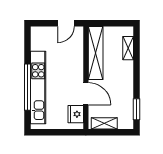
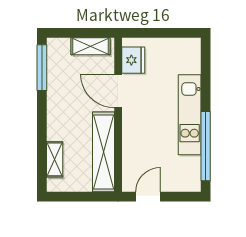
window: (28, 87) -> (206, 146), moved
kitchen unit: (38, 88) -> (190, 115), width x0.73
window: (137, 109) -> (42, 68), width x1.44

